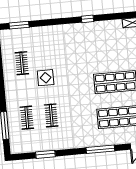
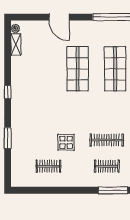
window: (19, 25) -> (8, 138), moved
clothes rail: (51, 115) -> (107, 140), width x1.36

